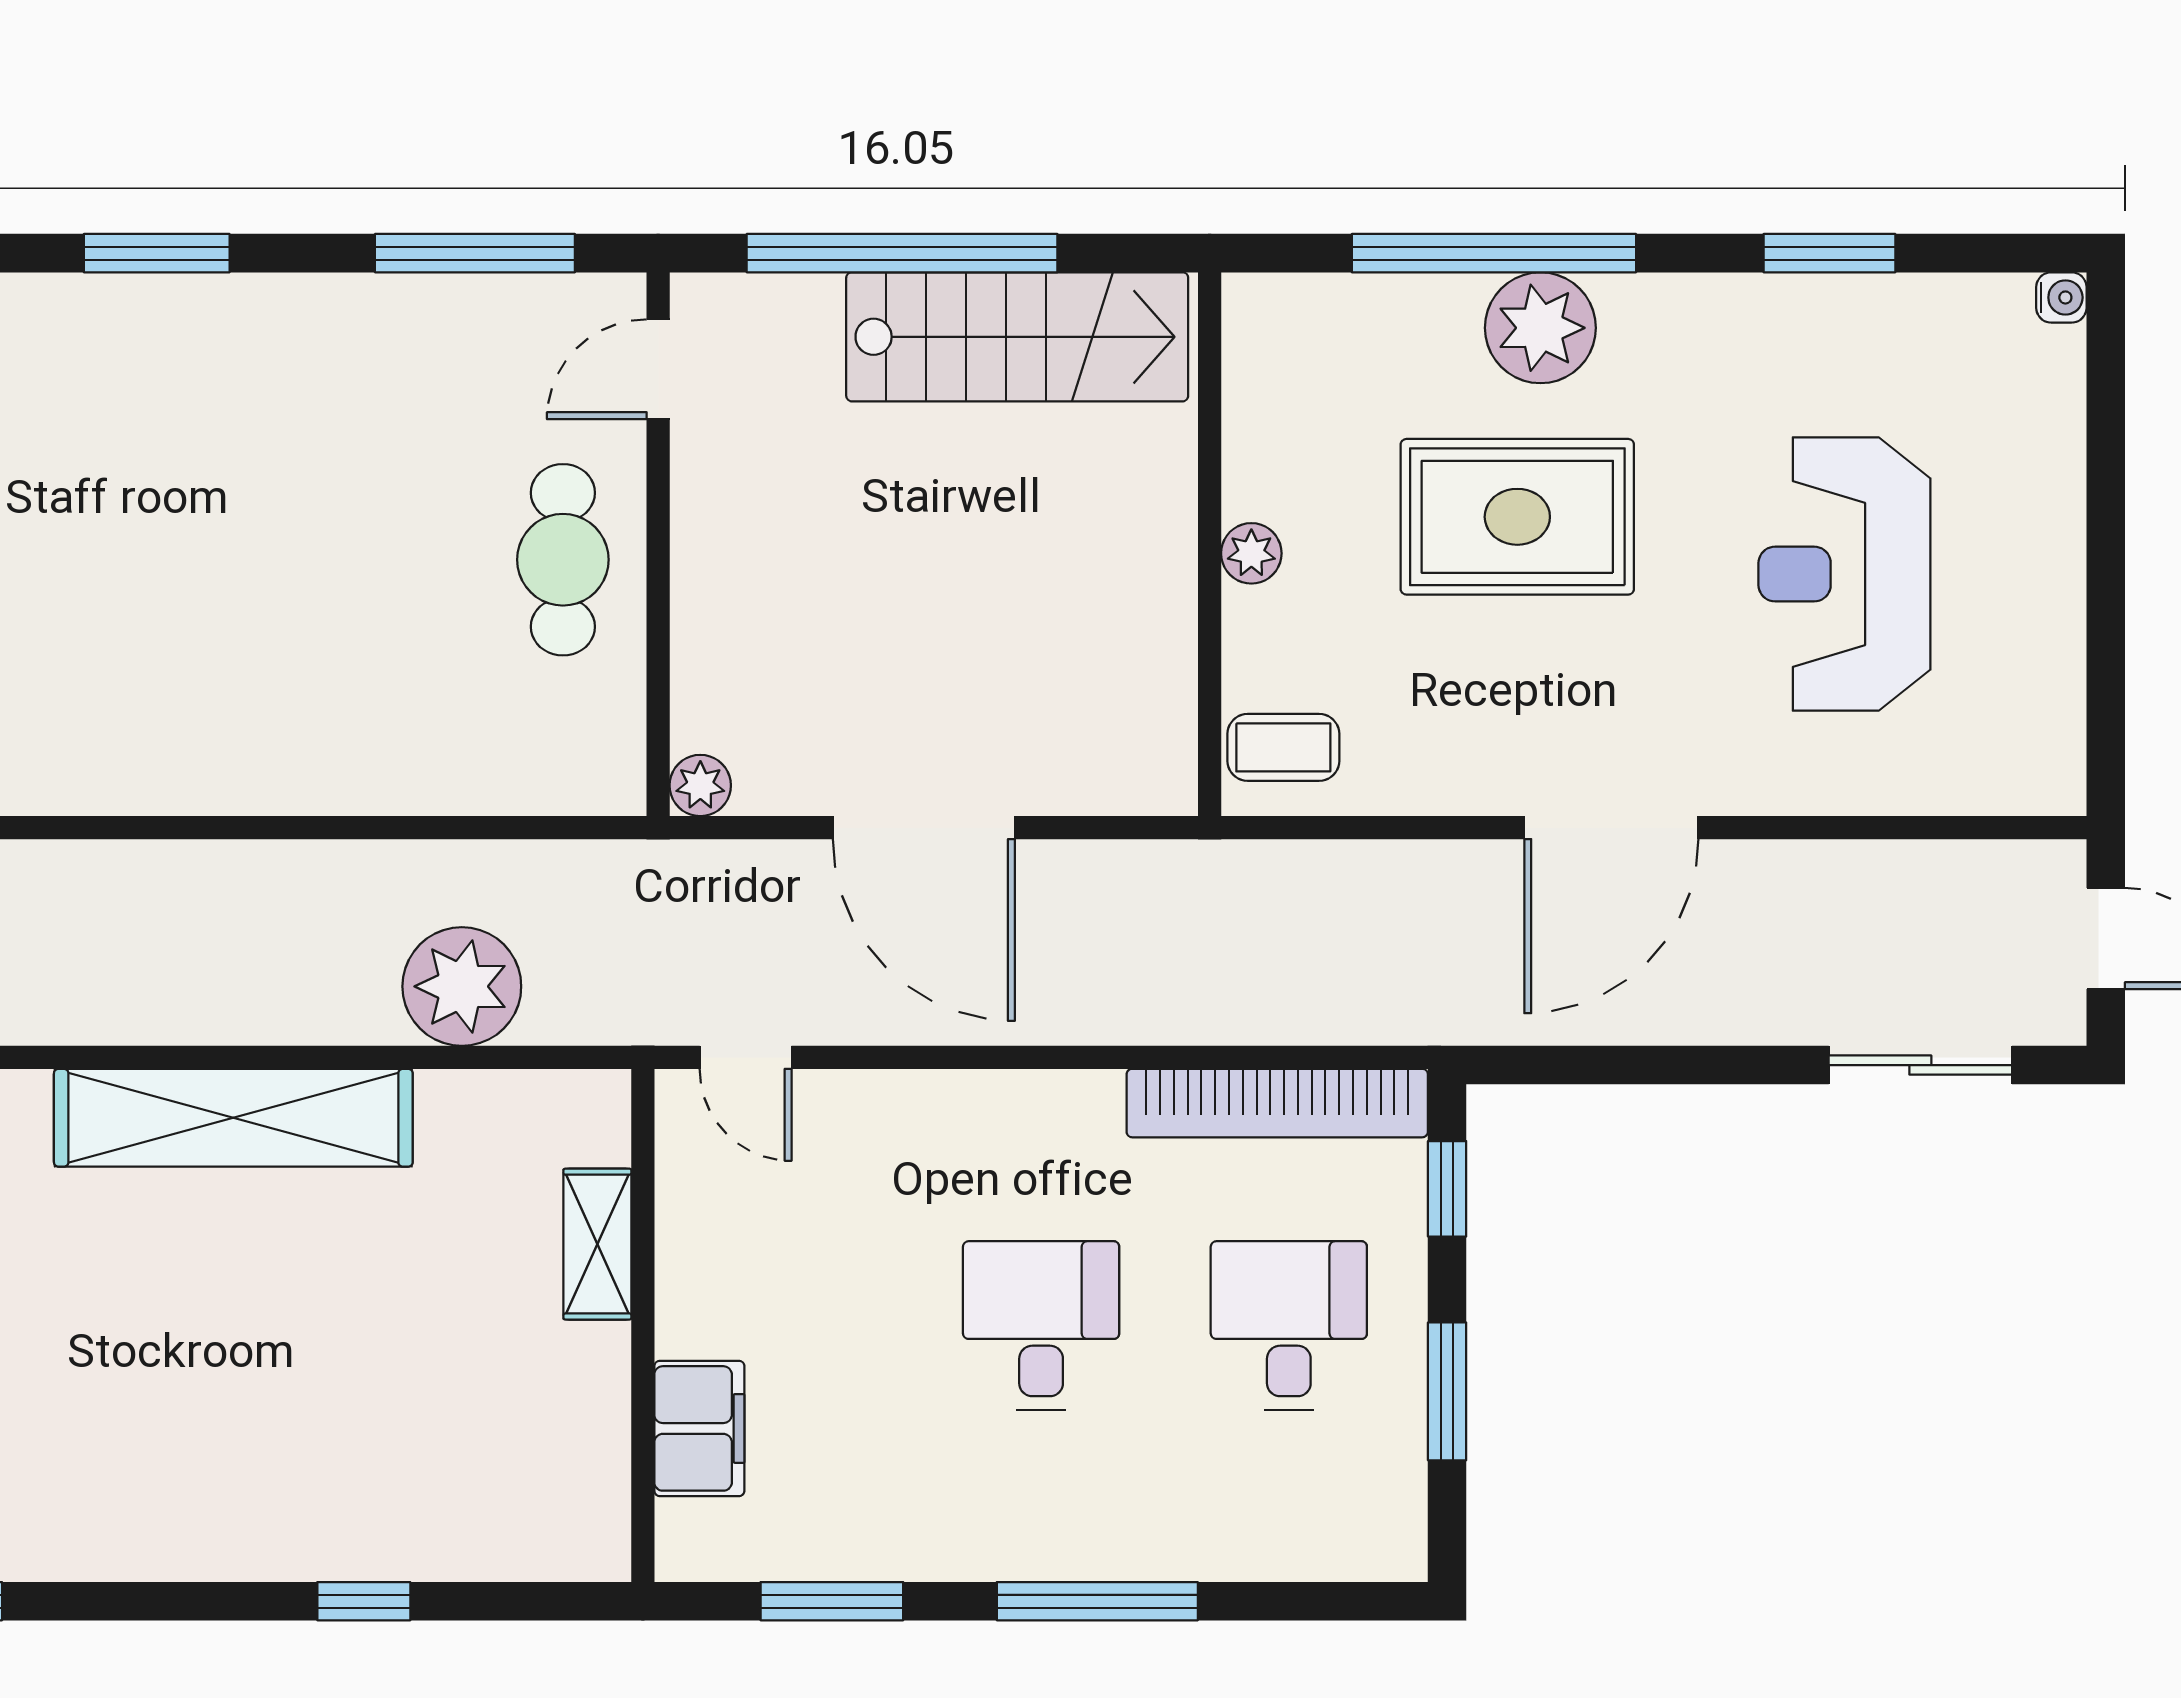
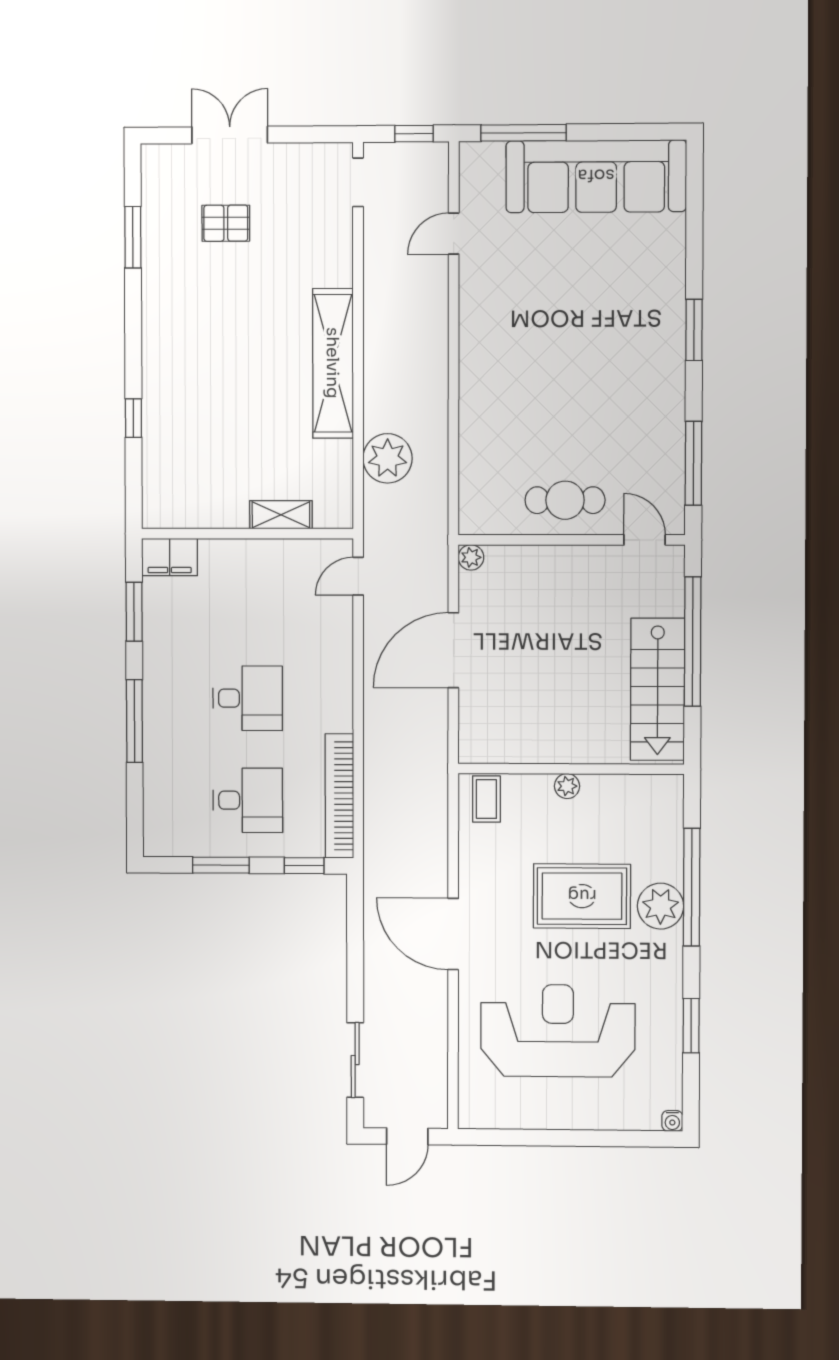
rug: (1517, 517) -> (582, 896), turned 90
reception desk: (1844, 574) -> (558, 1031), width x1.36, depth x1.30
filing cabinet: (699, 1428) -> (170, 557), moved

